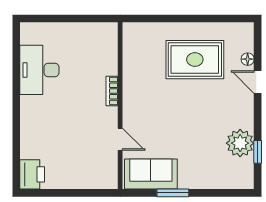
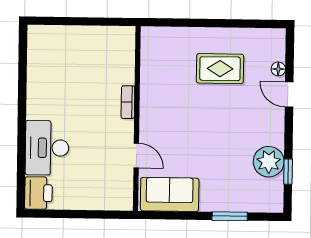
rug: (195, 60) -> (220, 69), width x0.73, depth x0.70
desk: (39, 70) -> (47, 148), moved
window: (173, 193) -> (230, 216), moved

